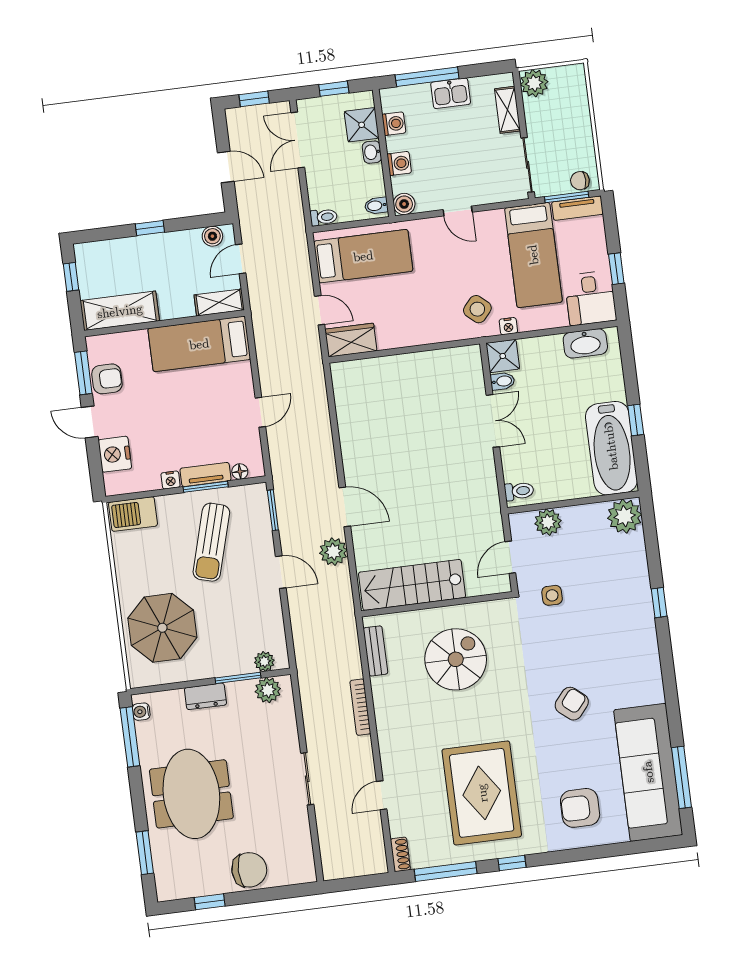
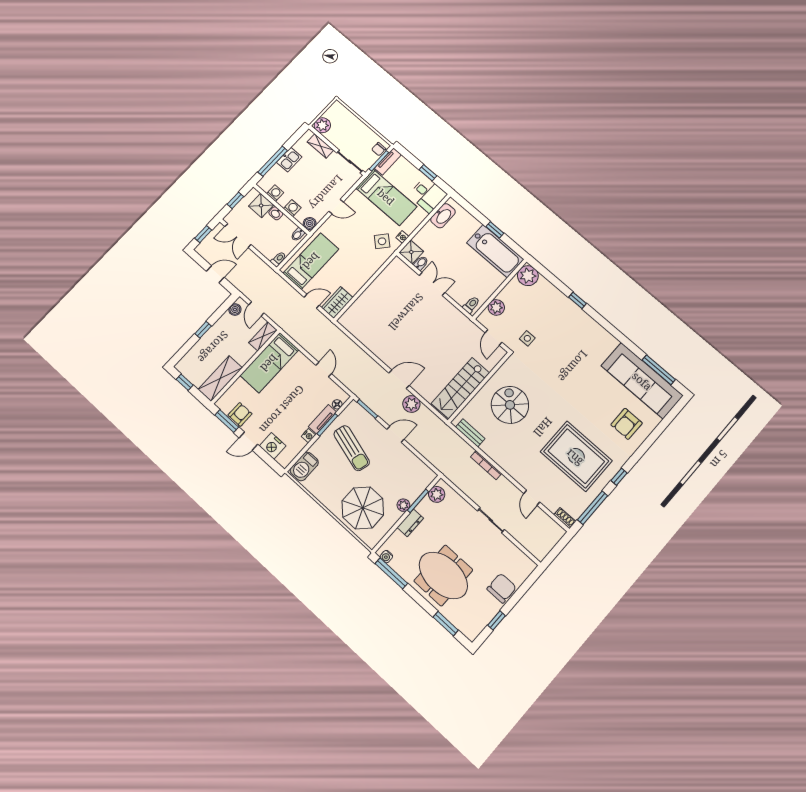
plant: (264, 661) -> (403, 505), moved
armchair: (572, 704) -> (580, 379), removed

